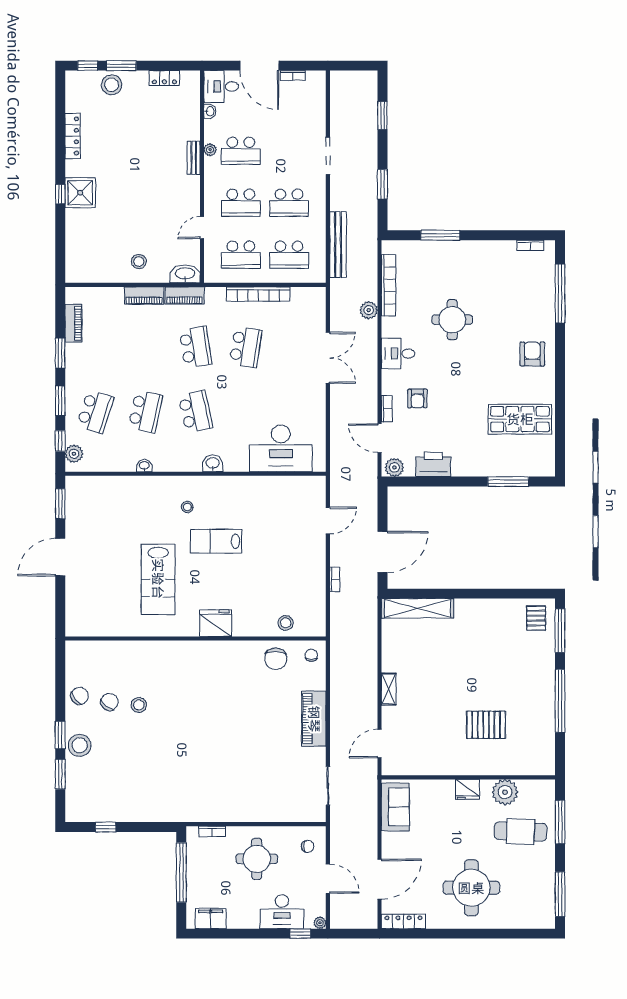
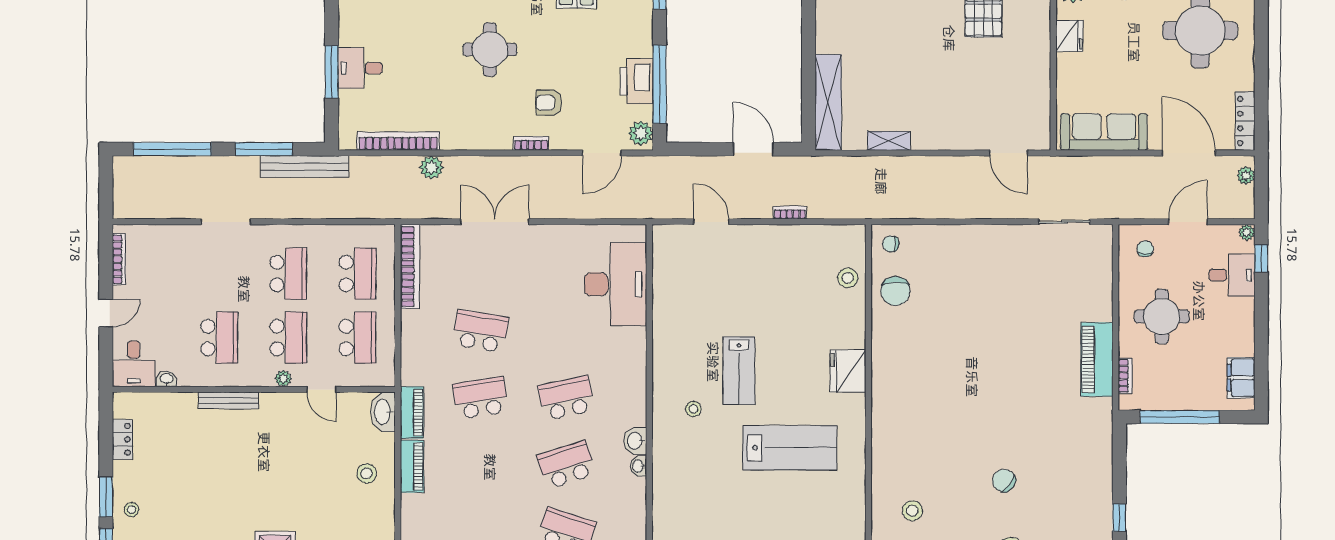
door: (259, 66) -> (106, 313), width x0.53
bookcase: (293, 75) -> (119, 259), width x1.56
stool: (112, 85) -> (131, 510), width x0.53, depth x0.53
window: (382, 115) -> (172, 149), width x2.11
plant: (210, 150) -> (283, 379), moved
bench: (194, 158) -> (229, 400), width x1.36
window: (382, 184) -> (264, 149), width x1.44
bench: (338, 245) -> (305, 167), moved
bookcase: (258, 294) -> (410, 267), moved
round table: (452, 320) -> (490, 50), moved
desk: (398, 354) -> (360, 68), moved, turned 90
armchair: (417, 398) -> (549, 103), turned 180
bookcase: (387, 409) -> (531, 143), moved
school desk: (145, 412) -> (566, 465), turned -30
washbasin: (213, 463) -> (635, 441), moved
window: (431, 482) -> (660, 84), added
door: (382, 552) -> (753, 149), width x0.73
chair: (276, 659) -> (895, 291), turned 90
shelving: (389, 689) -> (889, 141), moved
chair: (110, 702) -> (1004, 481), moved
stool: (139, 705) -> (912, 511), moved
piano: (314, 719) -> (1097, 359), moved, turned 90
sofa: (395, 807) -> (1104, 132), width x1.36
desk: (282, 912) -> (1232, 275), width x0.73
plant: (363, 922) -> (1246, 175), added

